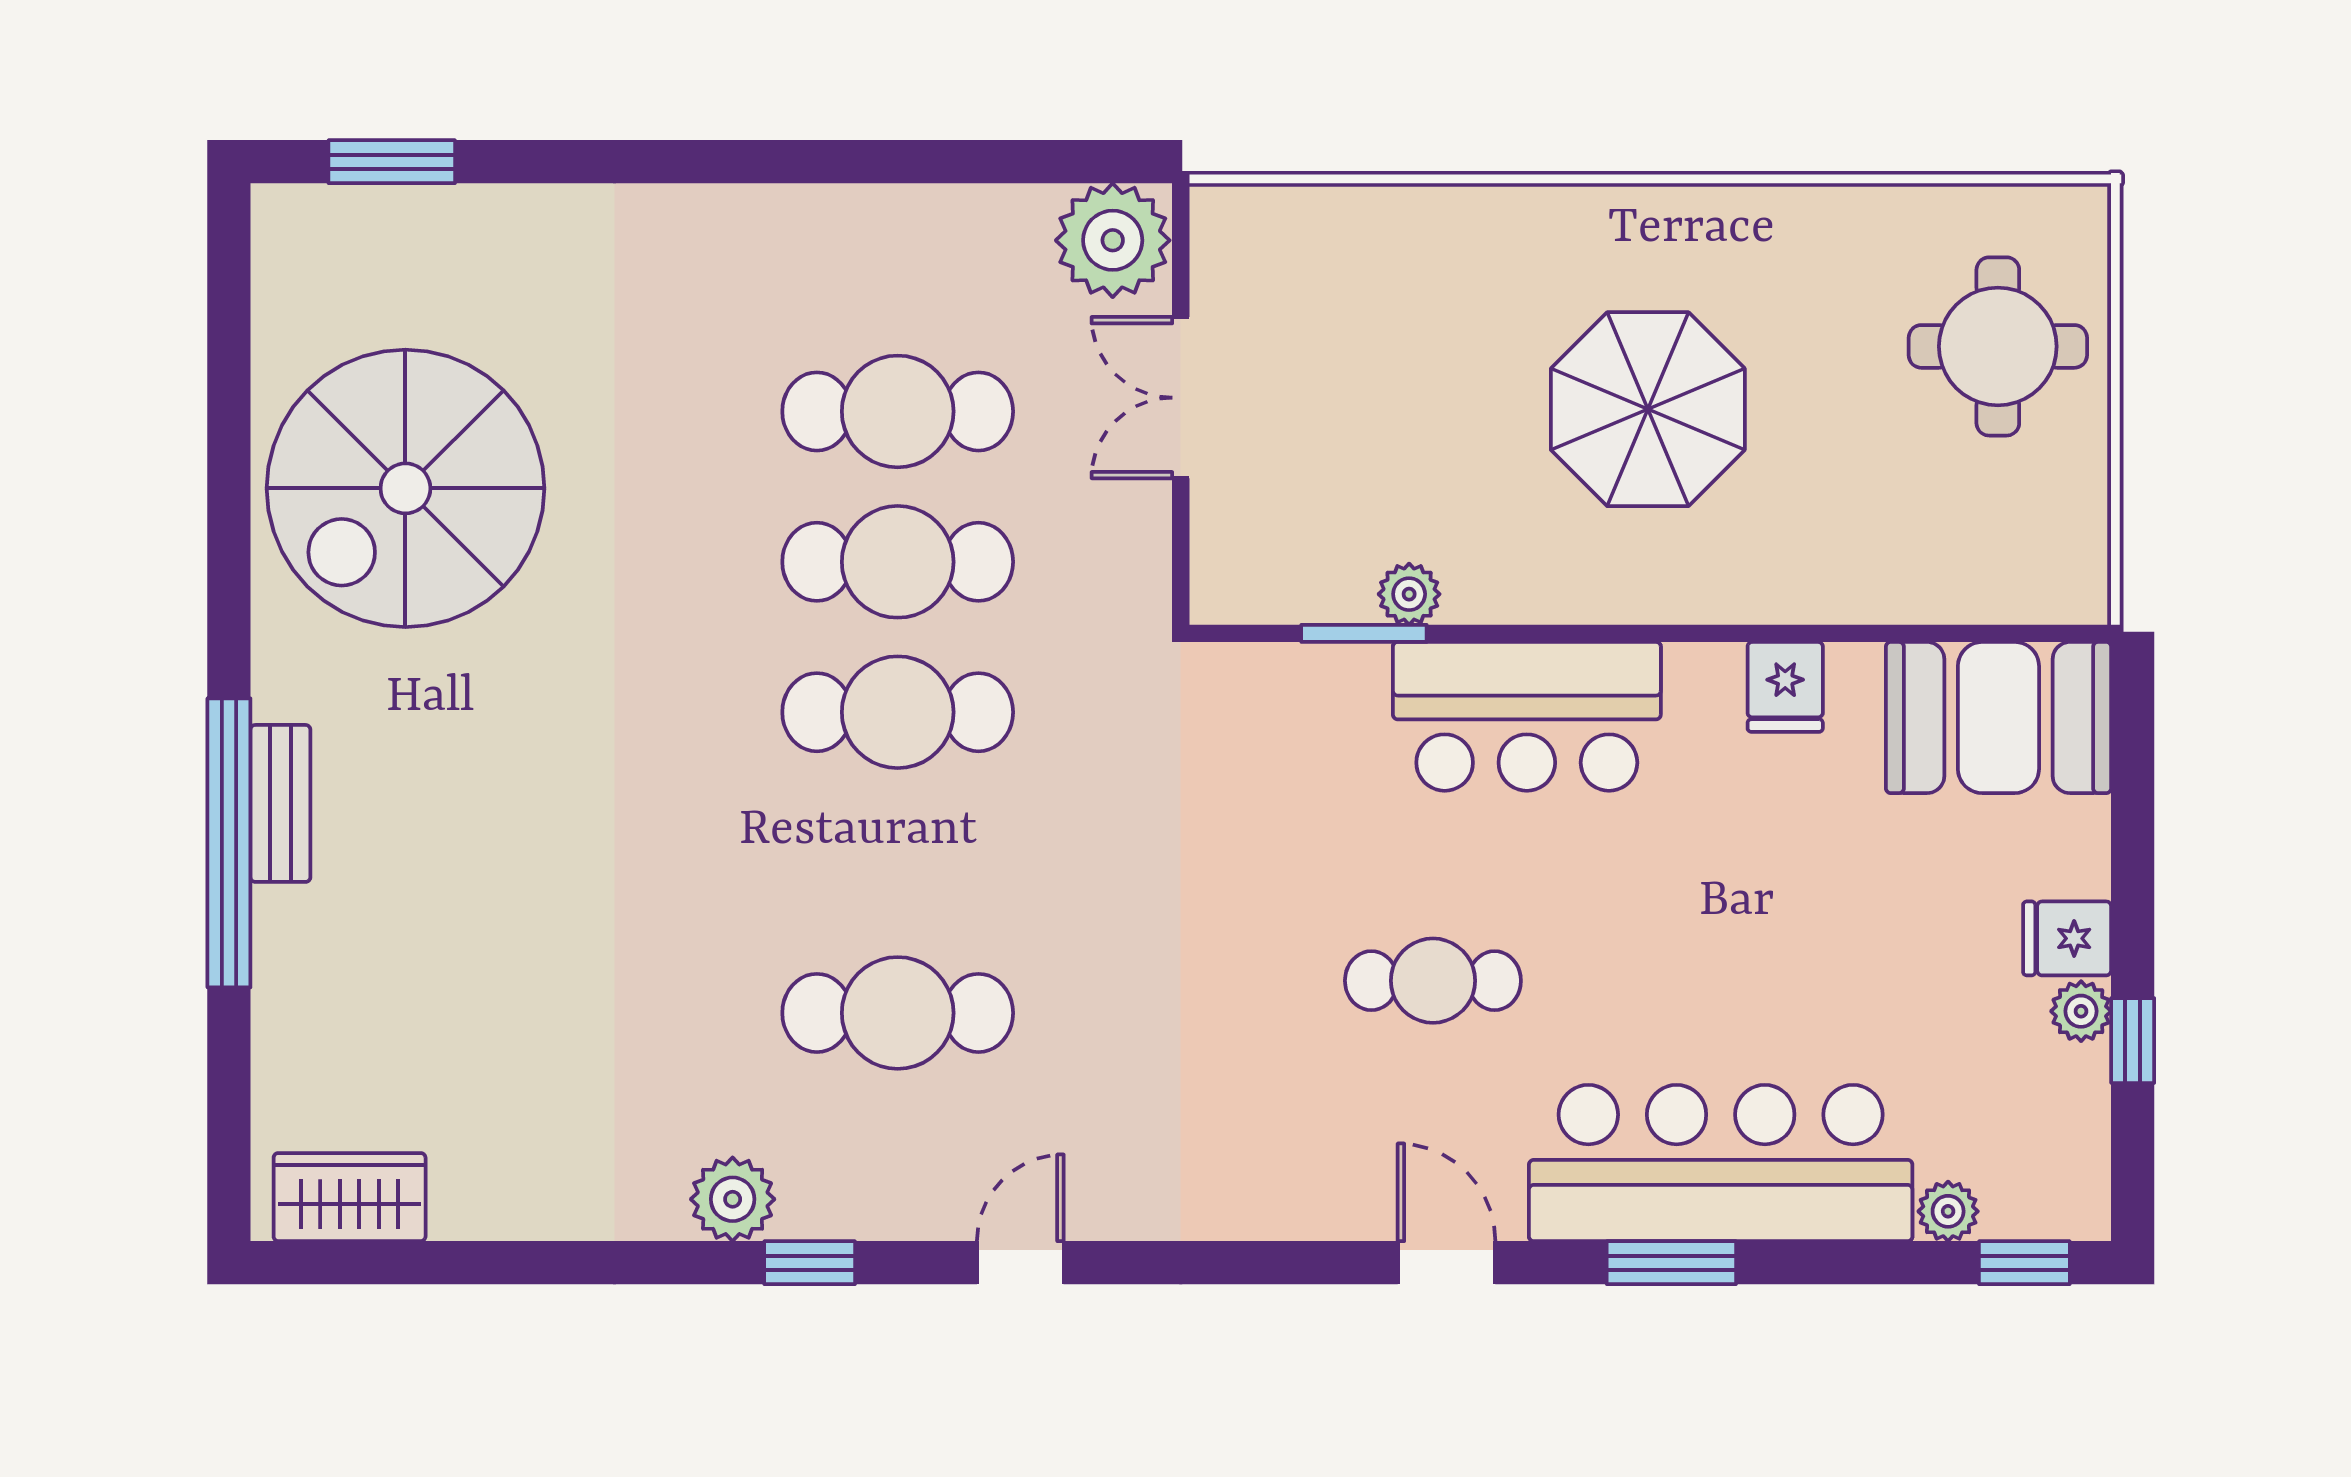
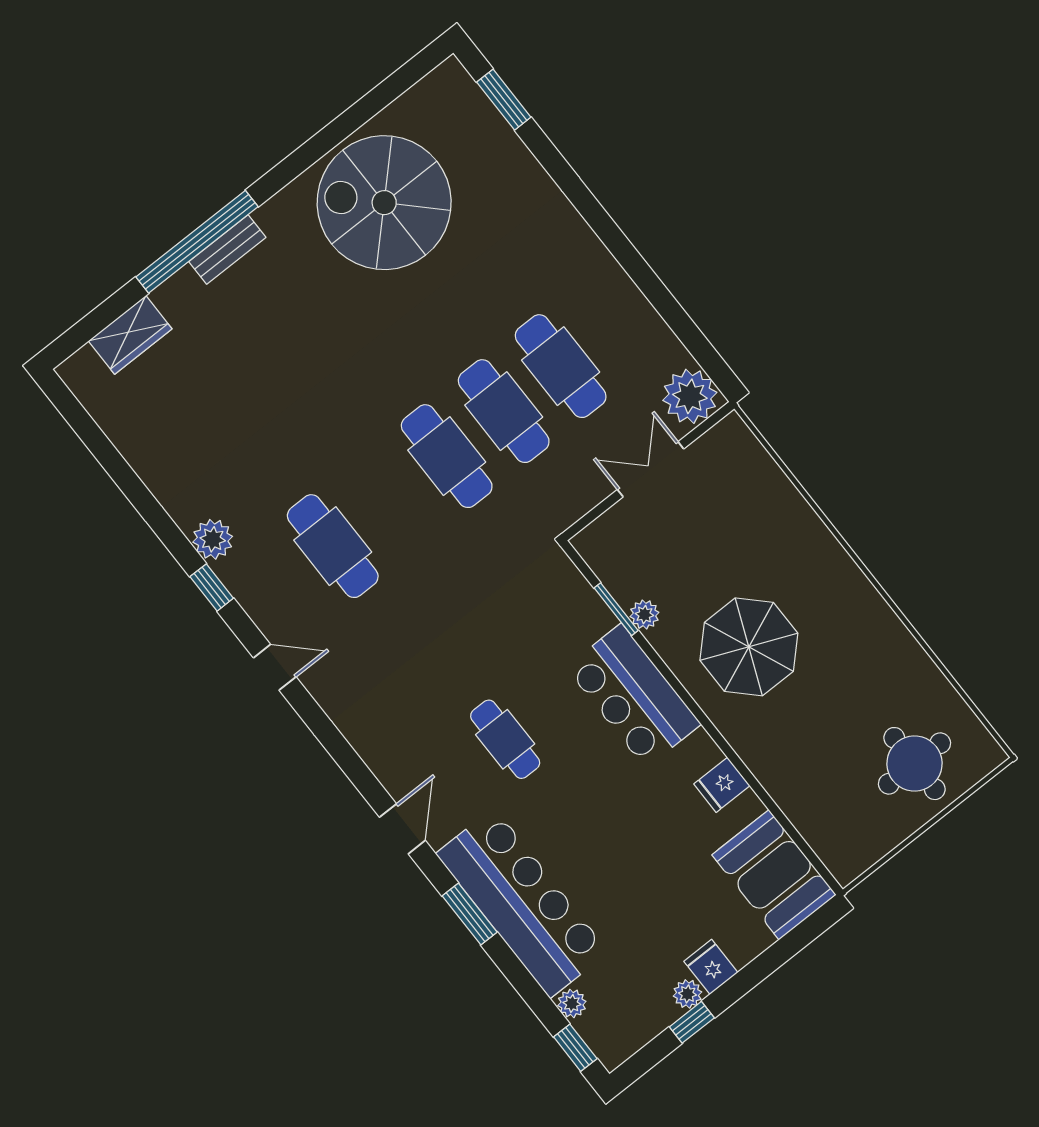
parasol: (1648, 409) -> (749, 647), moved
wardrobe: (350, 1197) -> (130, 335), moved, turned 90

